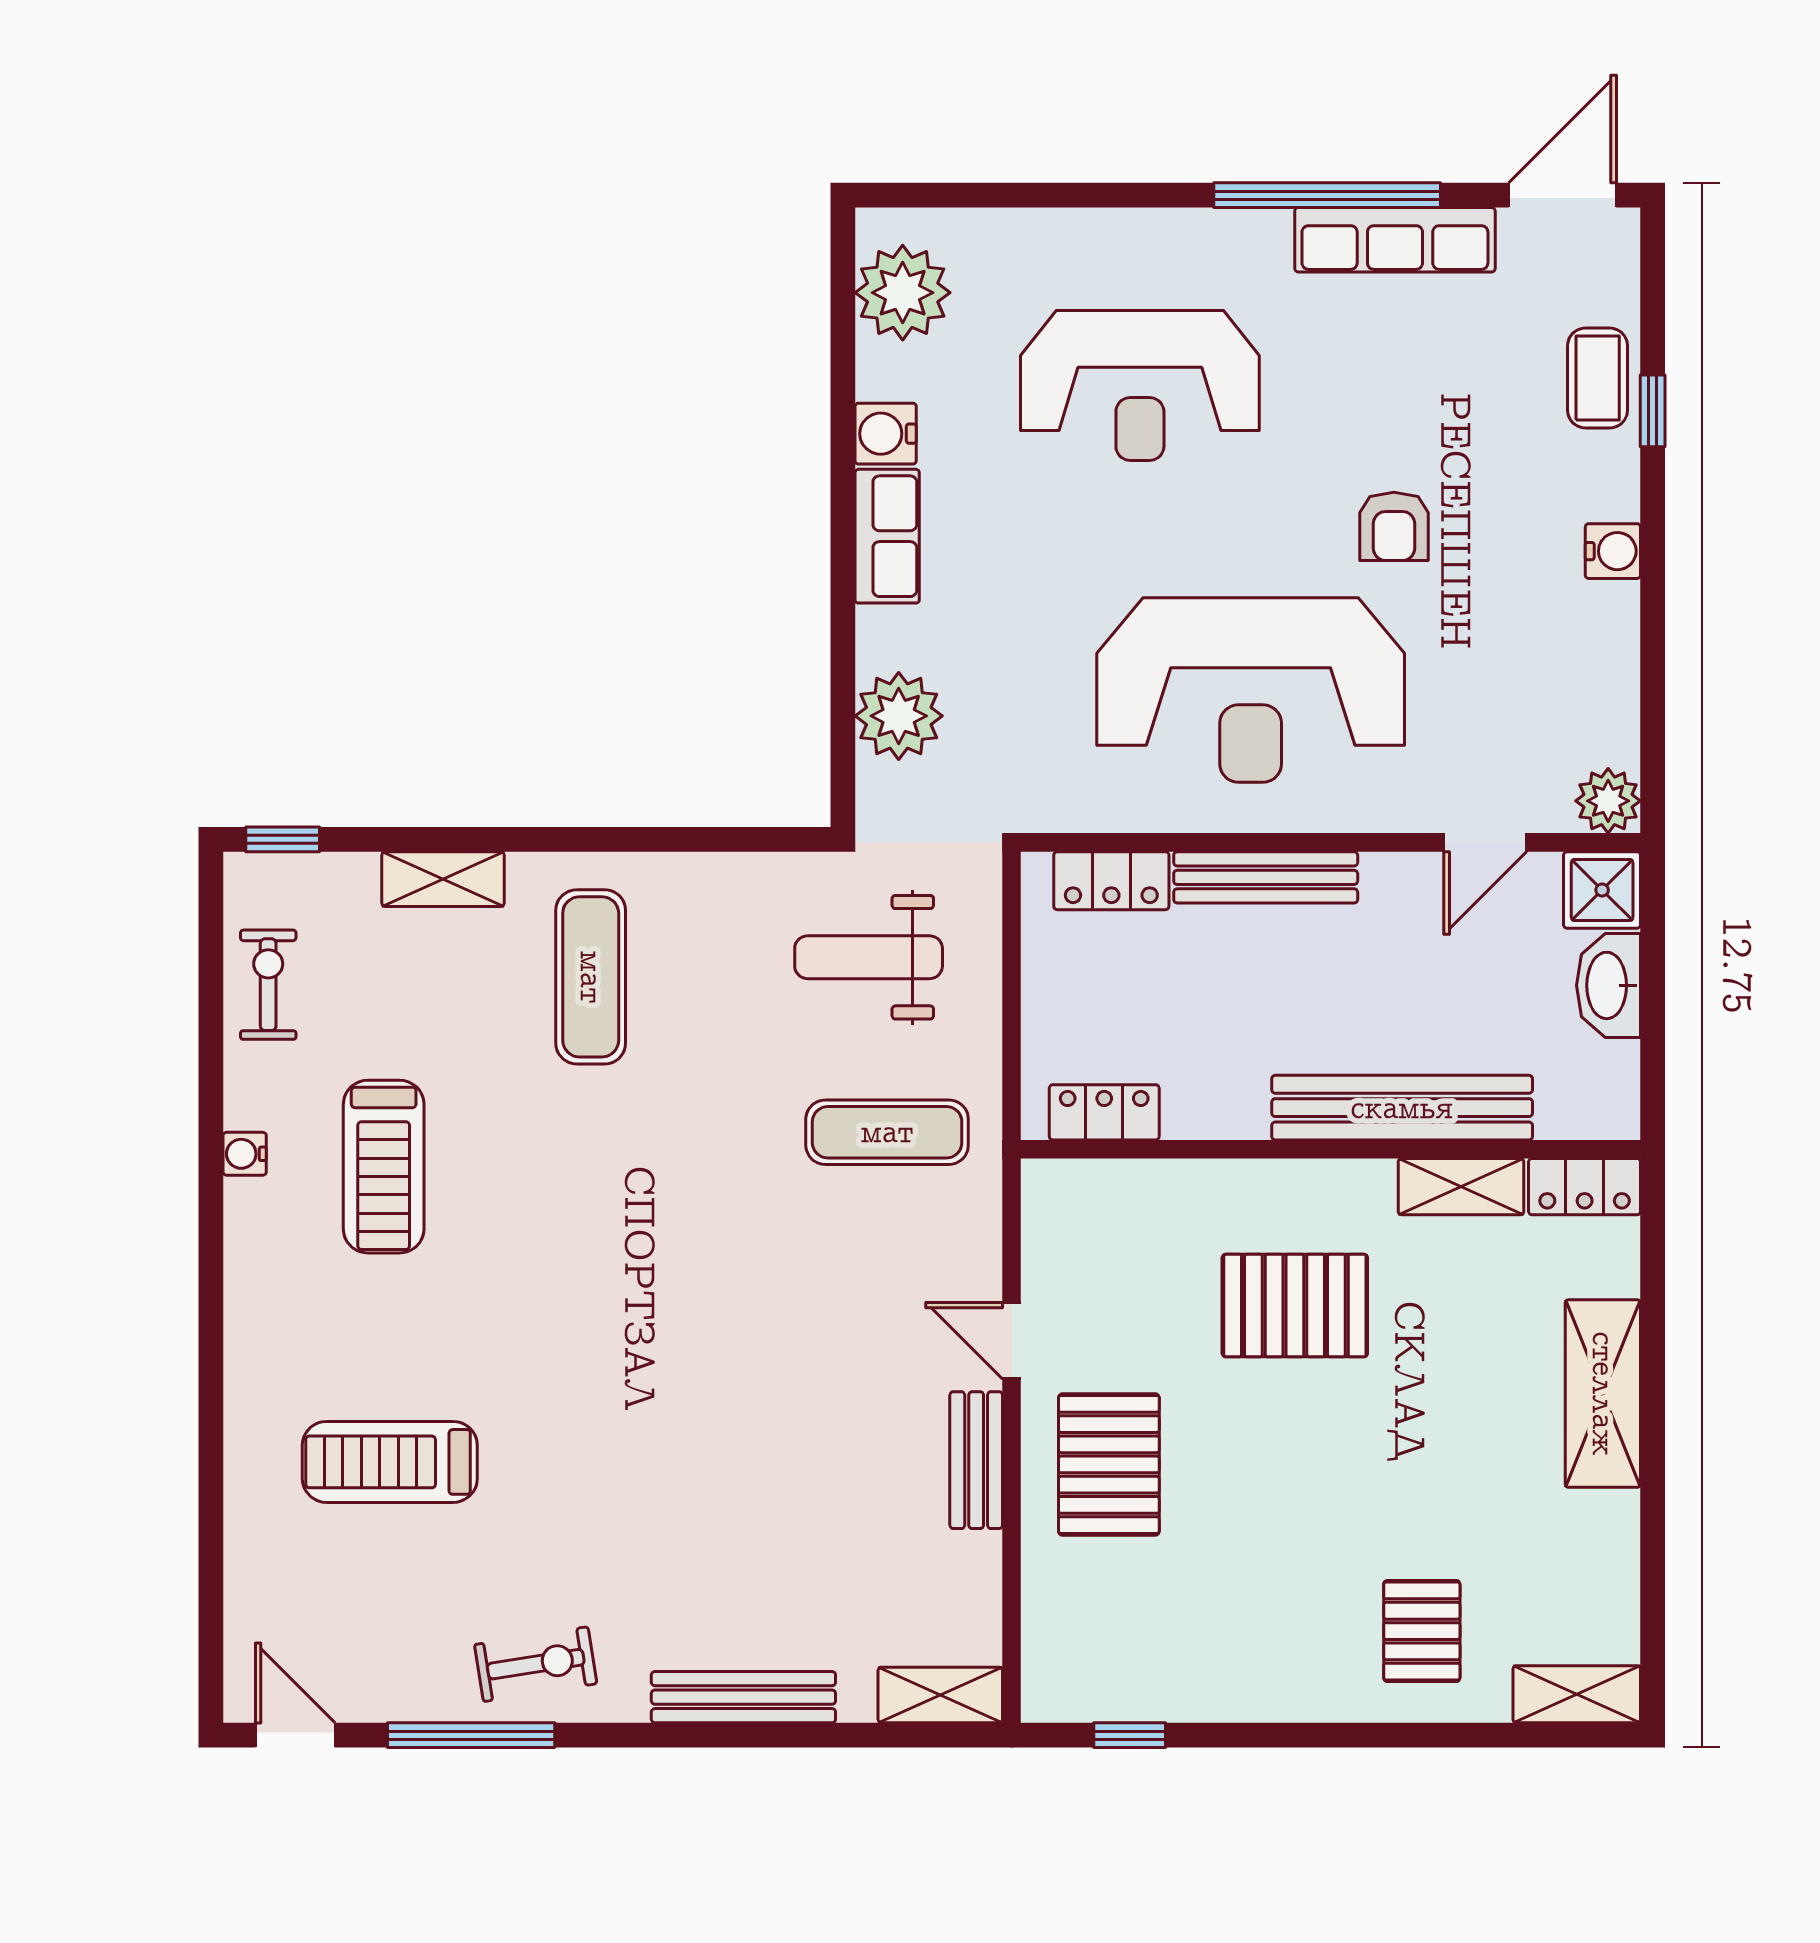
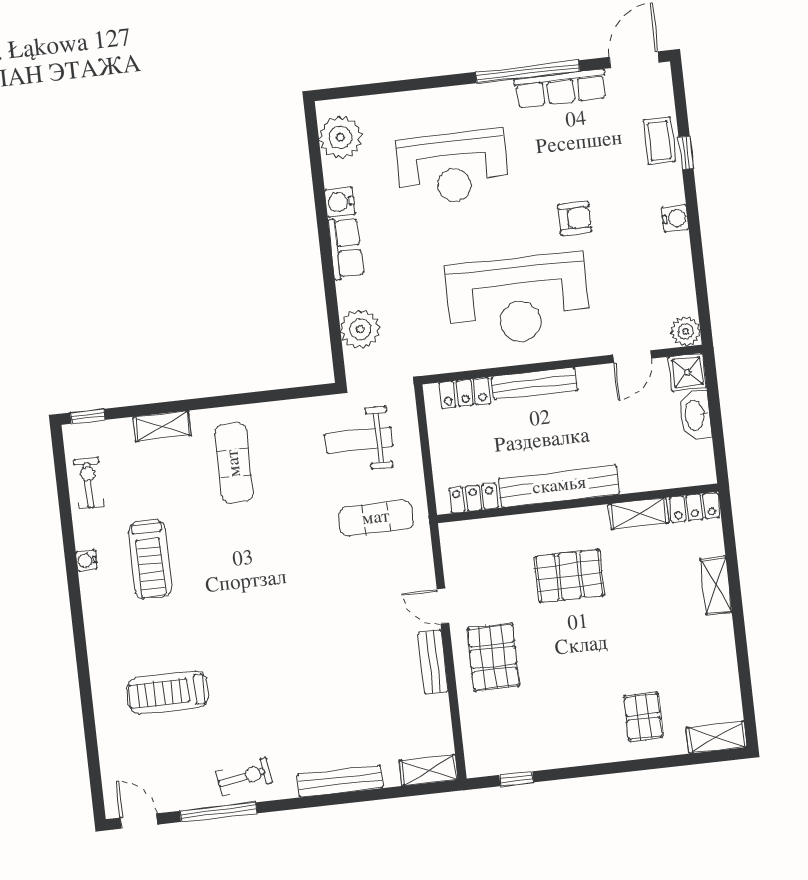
armchair: (1394, 526) -> (575, 218), turned -90
bench: (1402, 1108) -> (559, 486), moved
shelving: (1603, 1394) -> (716, 585), width x0.67, depth x0.75

